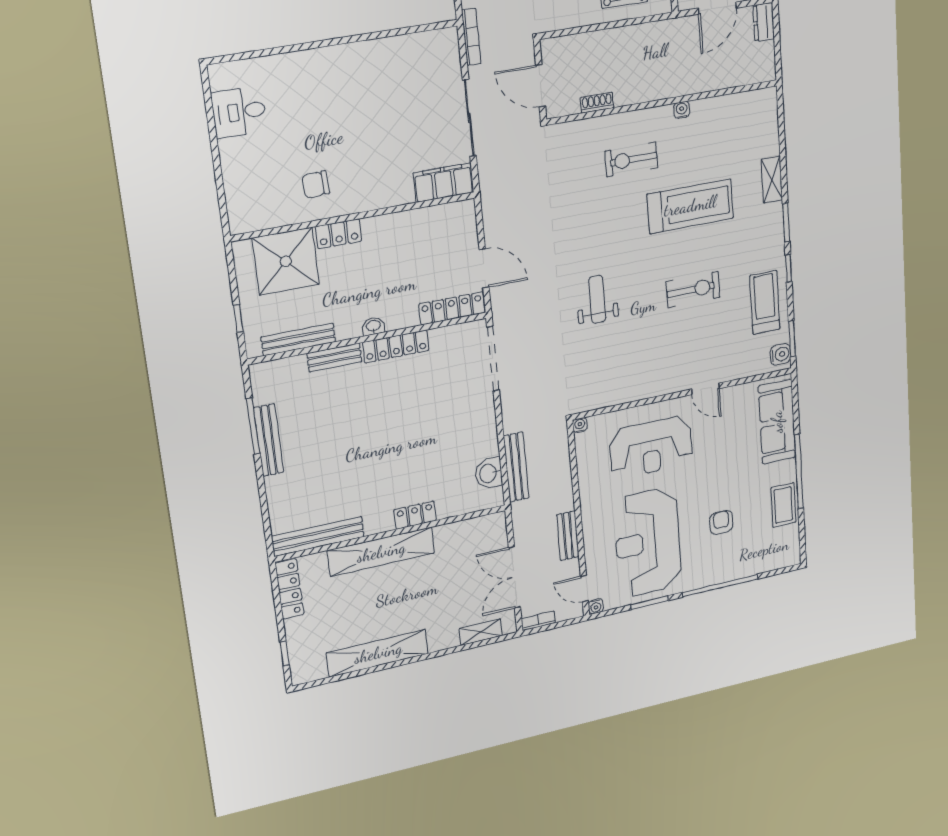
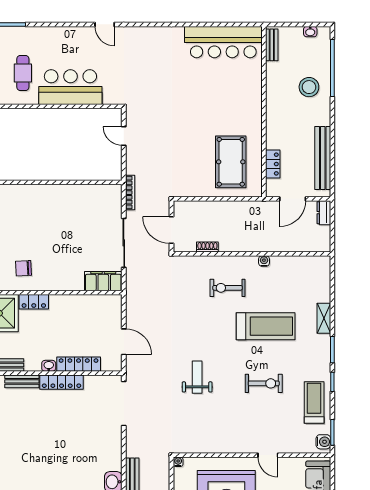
locker: (452, 308) -> (79, 364), moved

